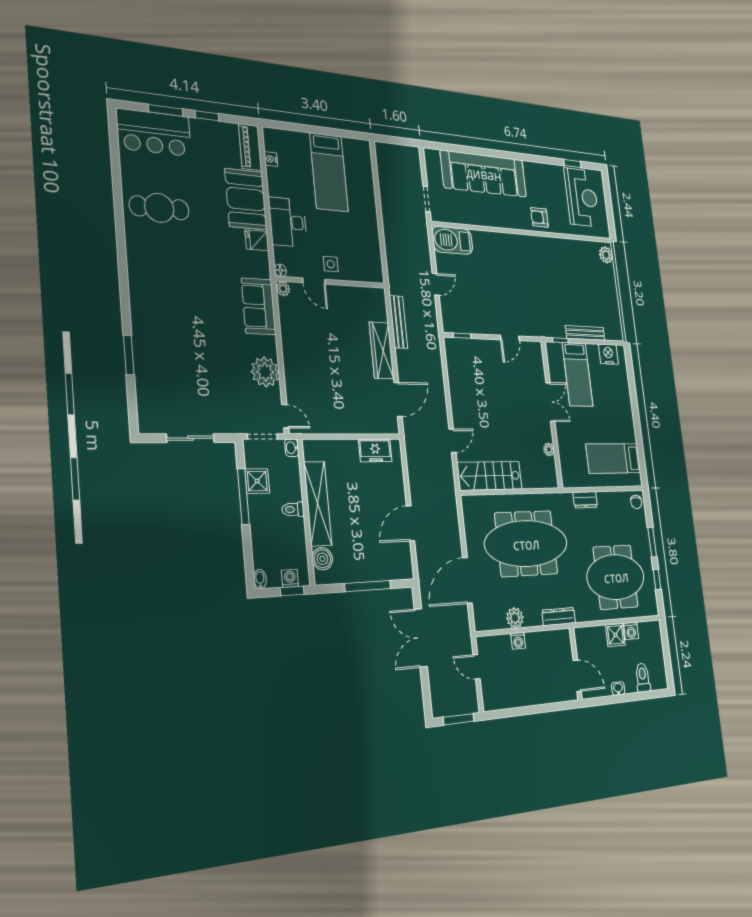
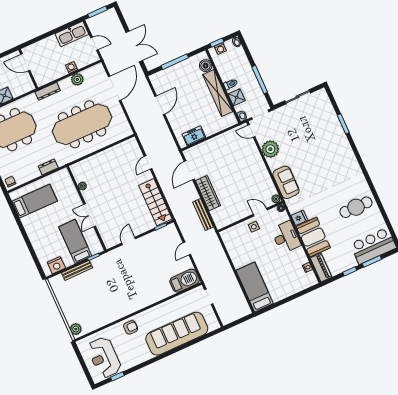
bed: (329, 172) -> (255, 287), moved
stairs: (490, 476) -> (155, 202), moved, turned 90
shower: (257, 481) -> (237, 97), moved
kitchen sink: (504, 696) -> (72, 34), added

